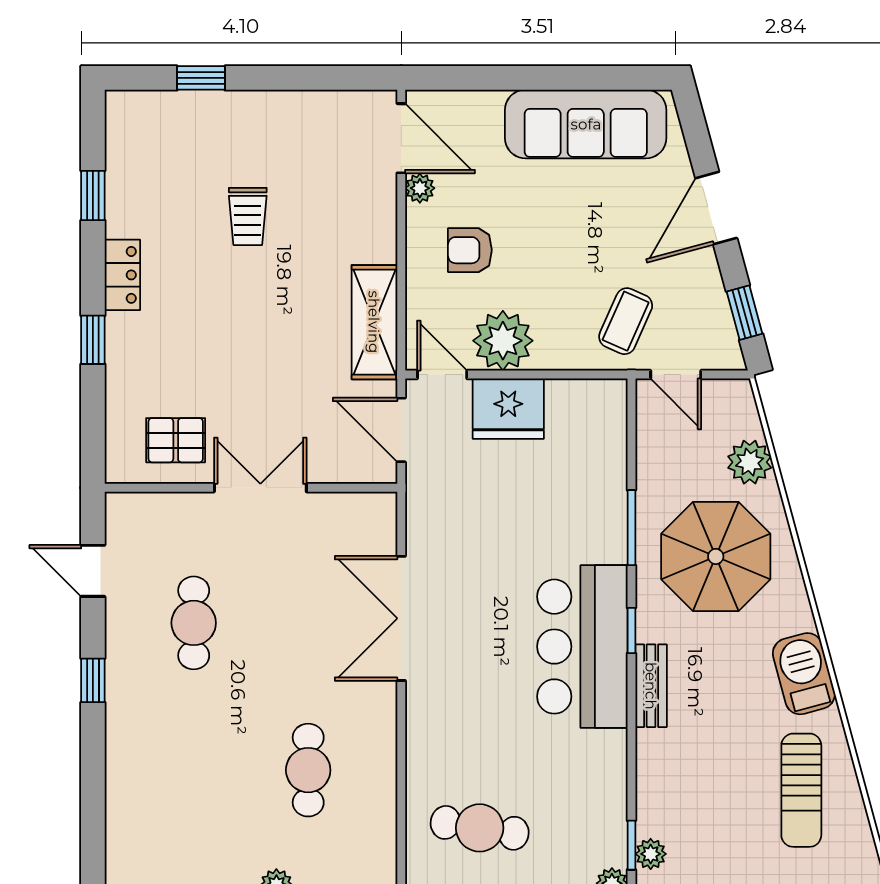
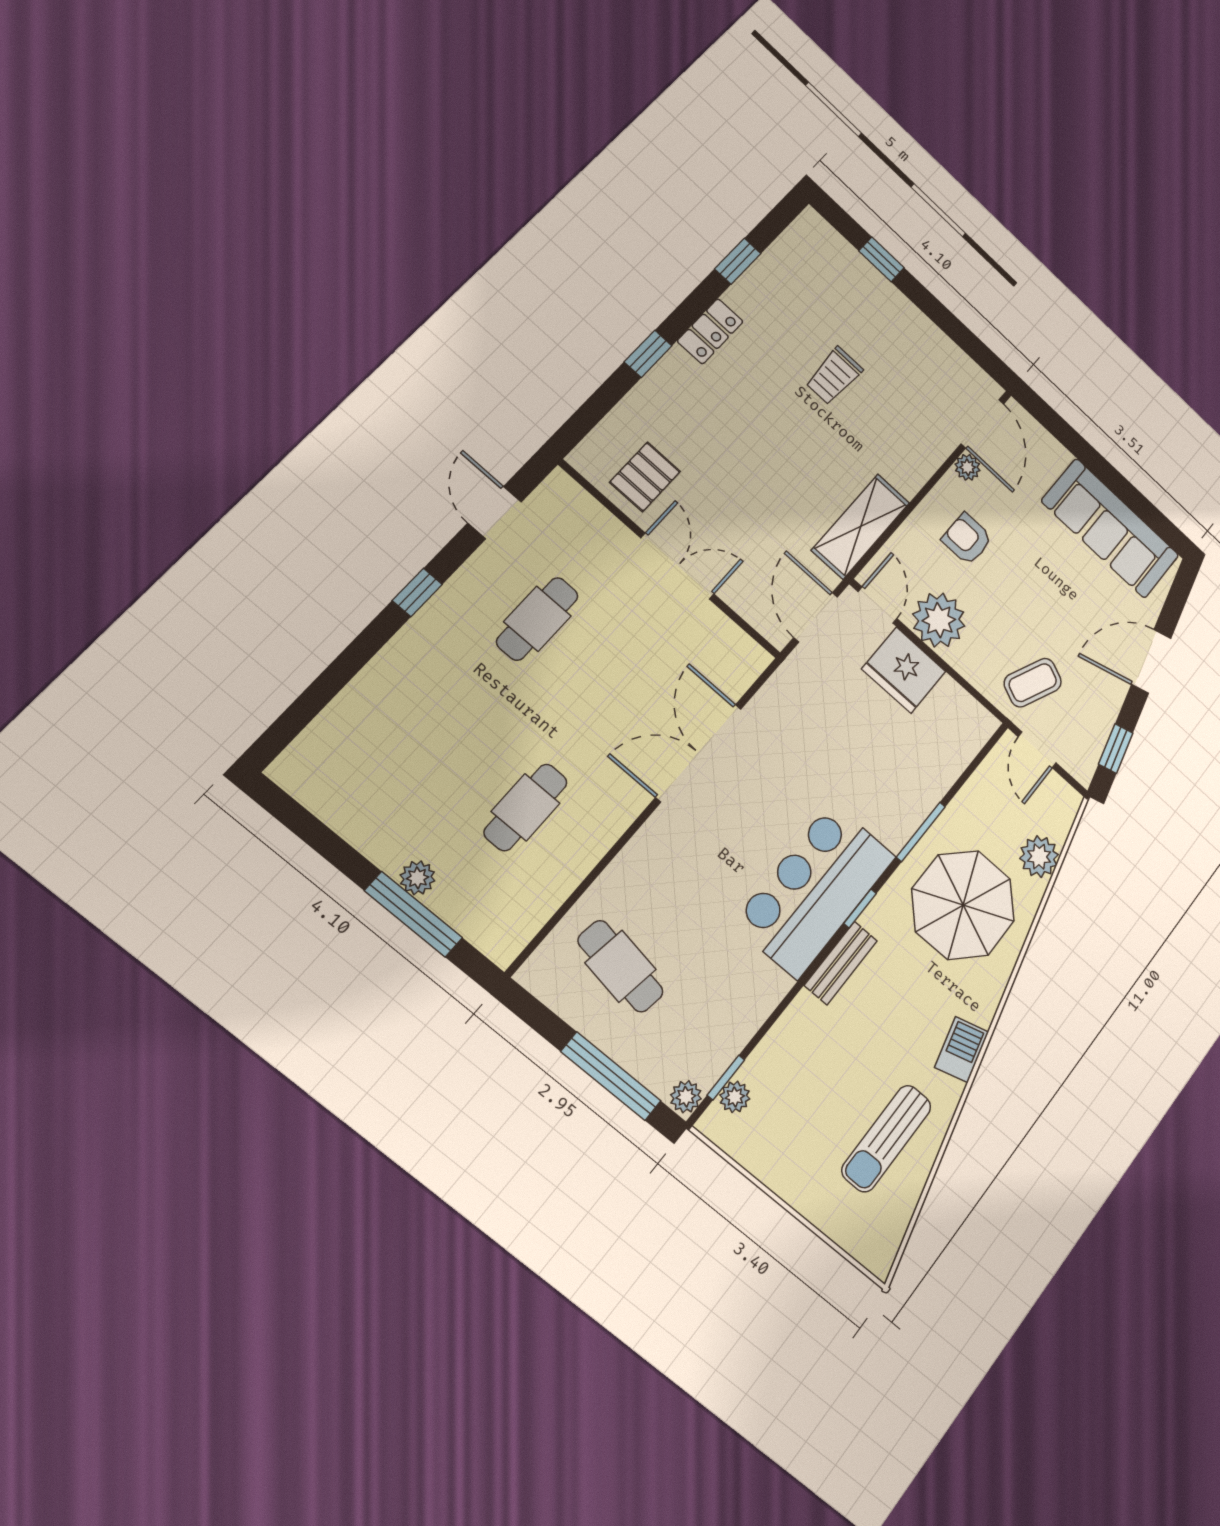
pallet: (176, 440) -> (645, 477), turned 90
barbecue: (804, 674) -> (962, 1050), width x0.73, depth x0.79

